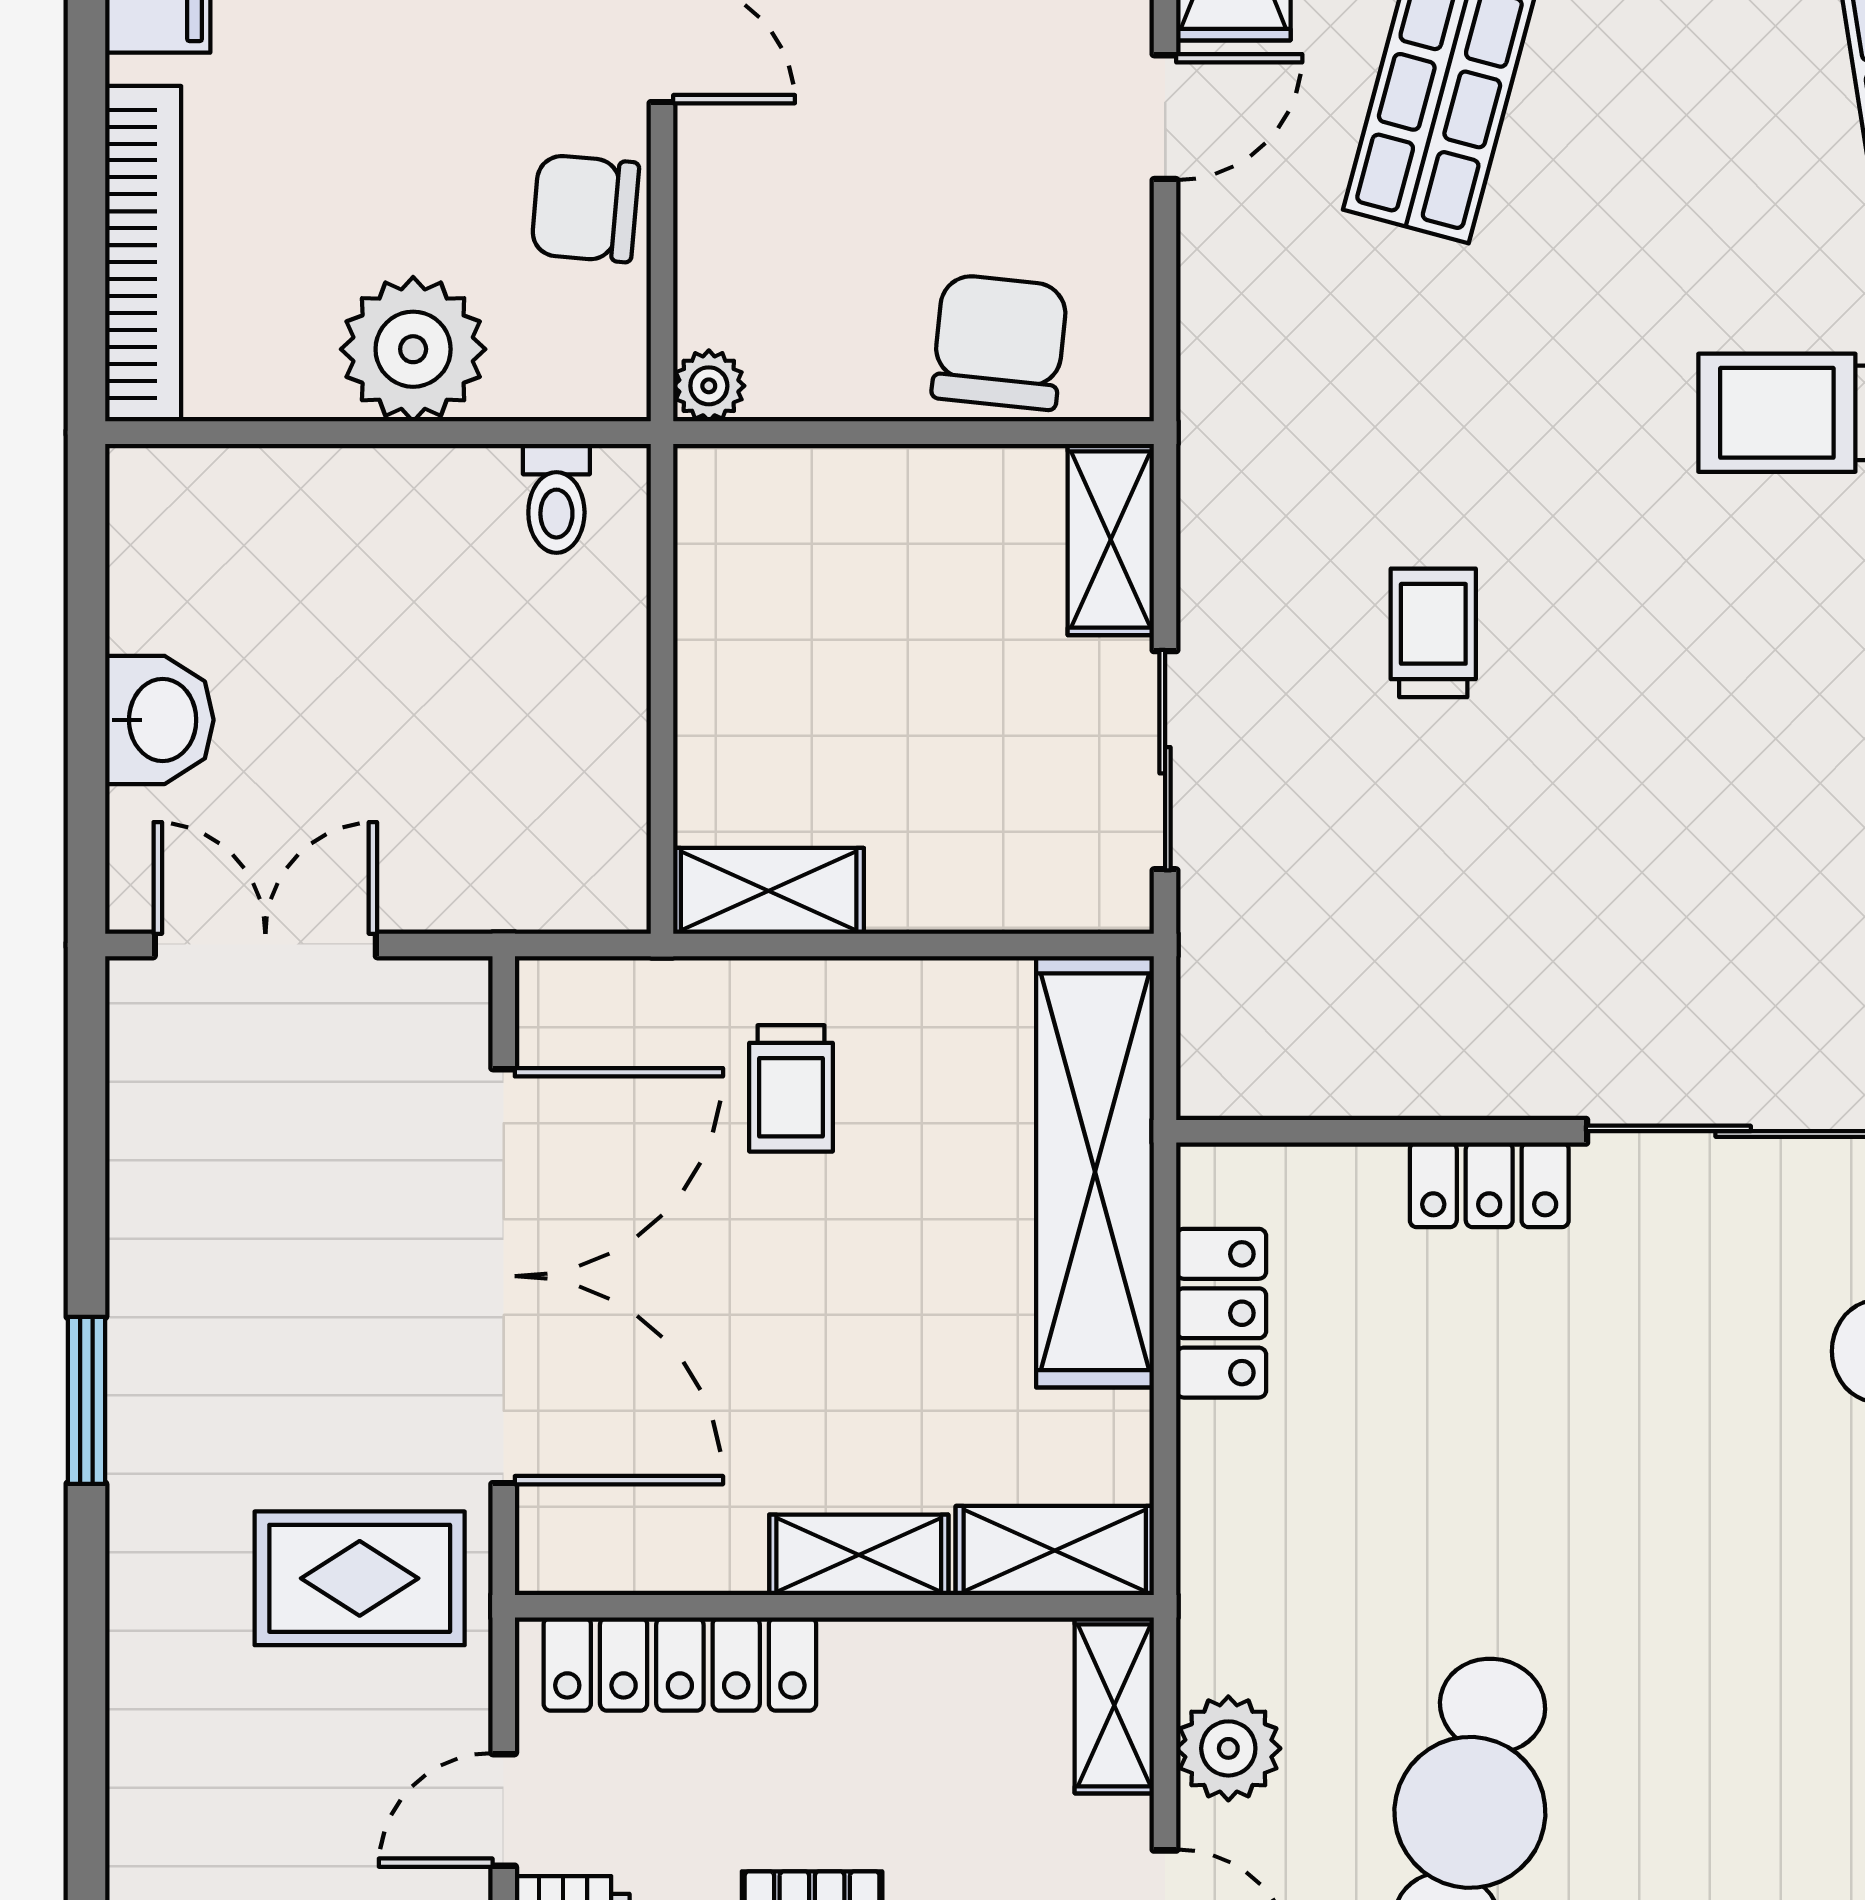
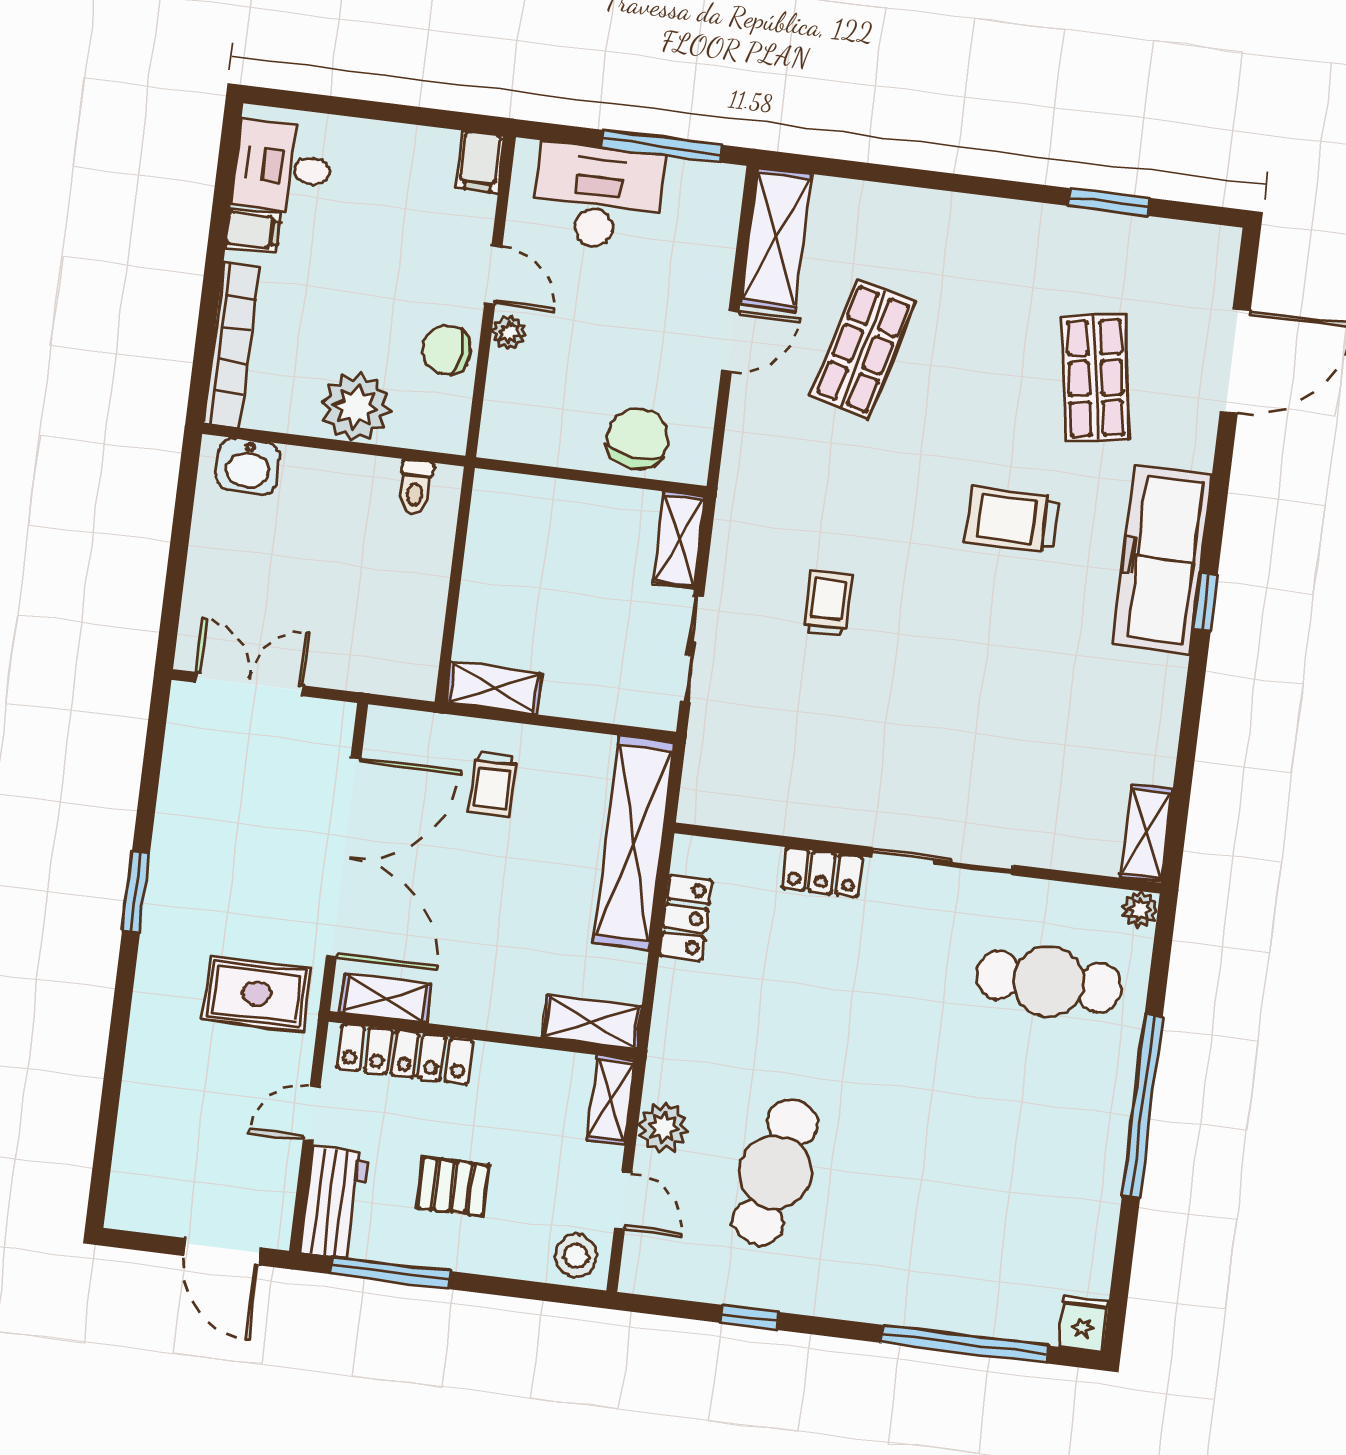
plant: (709, 386) -> (509, 333), moved
washbasin: (159, 720) -> (248, 466), moved, turned 90
shelving: (859, 1555) -> (386, 998), moved

